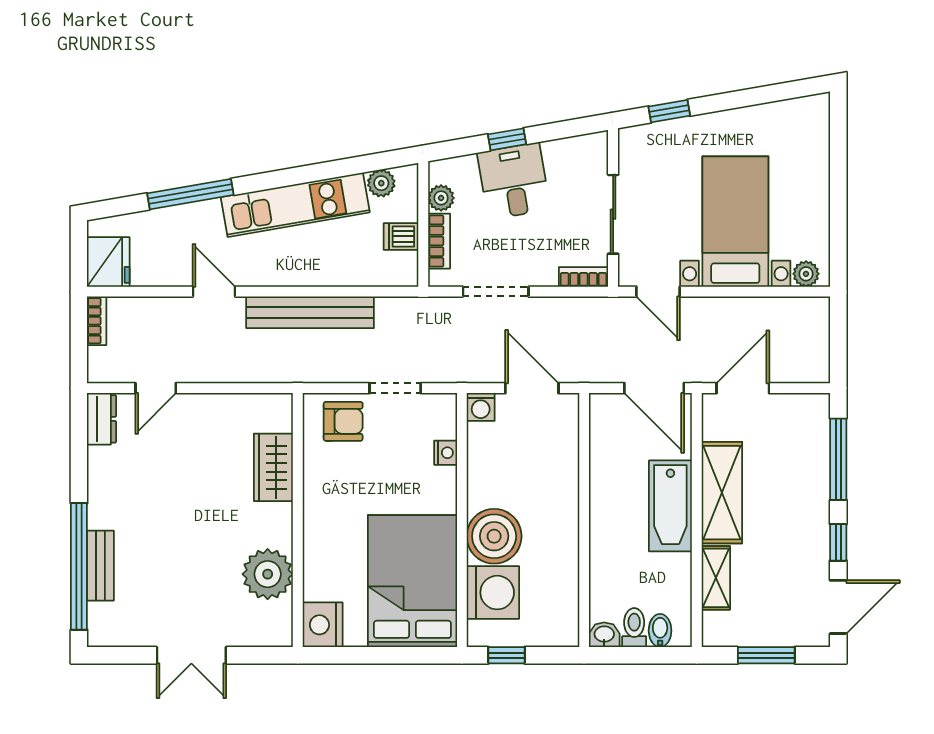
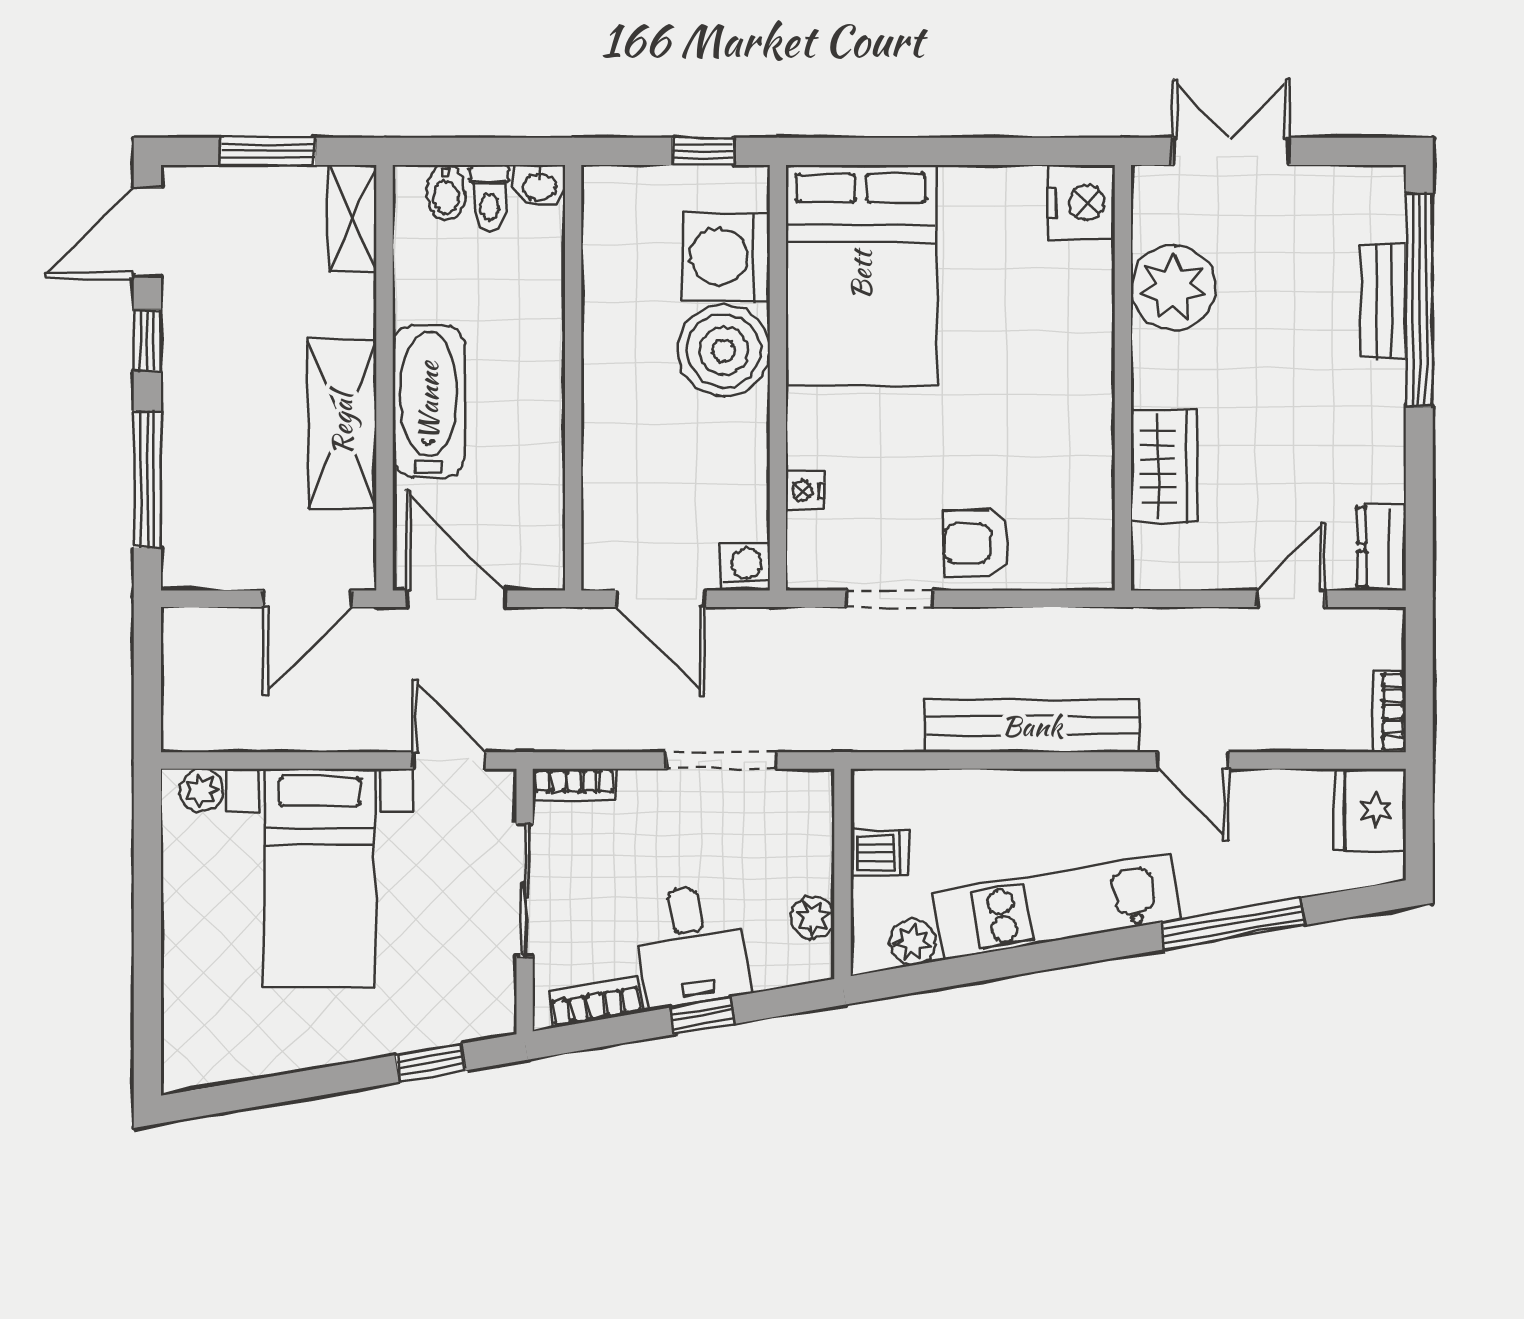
bookcase: (439, 241) -> (595, 1002), moved, turned 80
wardrobe: (273, 467) -> (1164, 466), moved
wall: (298, 520) -> (1123, 378), moved
plant: (268, 574) -> (1173, 287), moved
shelving: (716, 578) -> (352, 218), moved
nightstand: (323, 625) -> (1081, 202), moved

